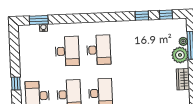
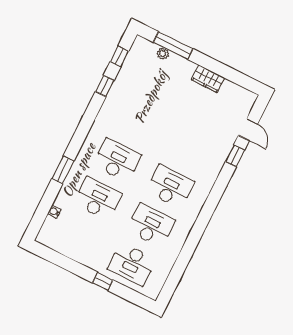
window: (39, 20) -> (63, 170), moved
plant: (180, 55) -> (177, 66), removed

